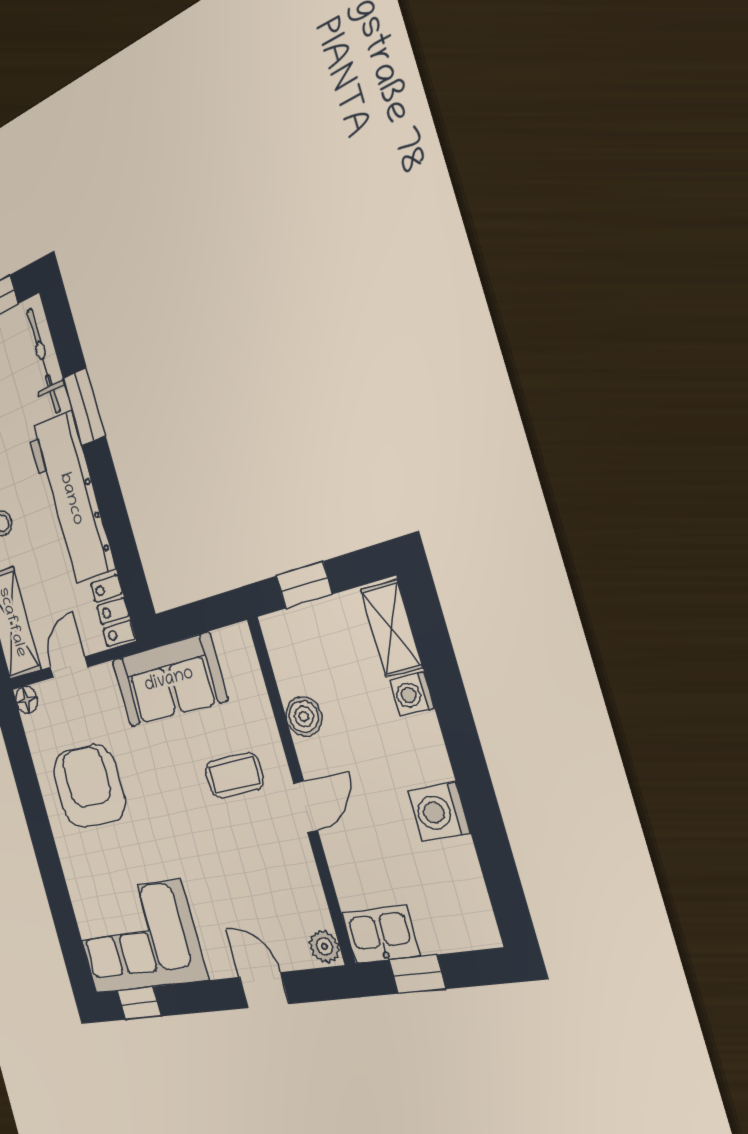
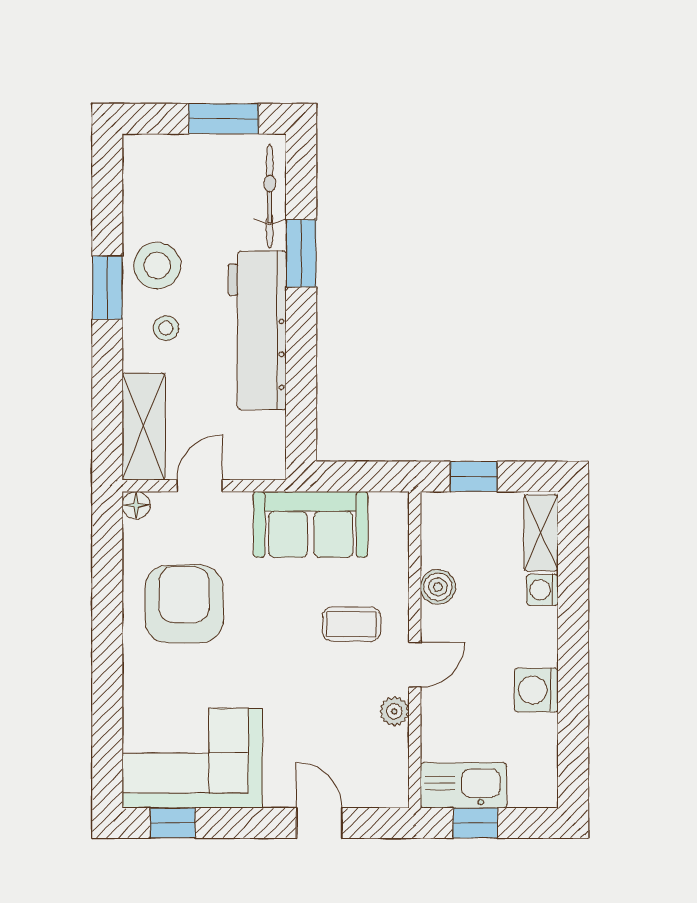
locker: (113, 611) -> (269, 447), removed
kitchen sink: (380, 935) -> (464, 785), width x1.38
plant: (324, 946) -> (394, 711), moved

